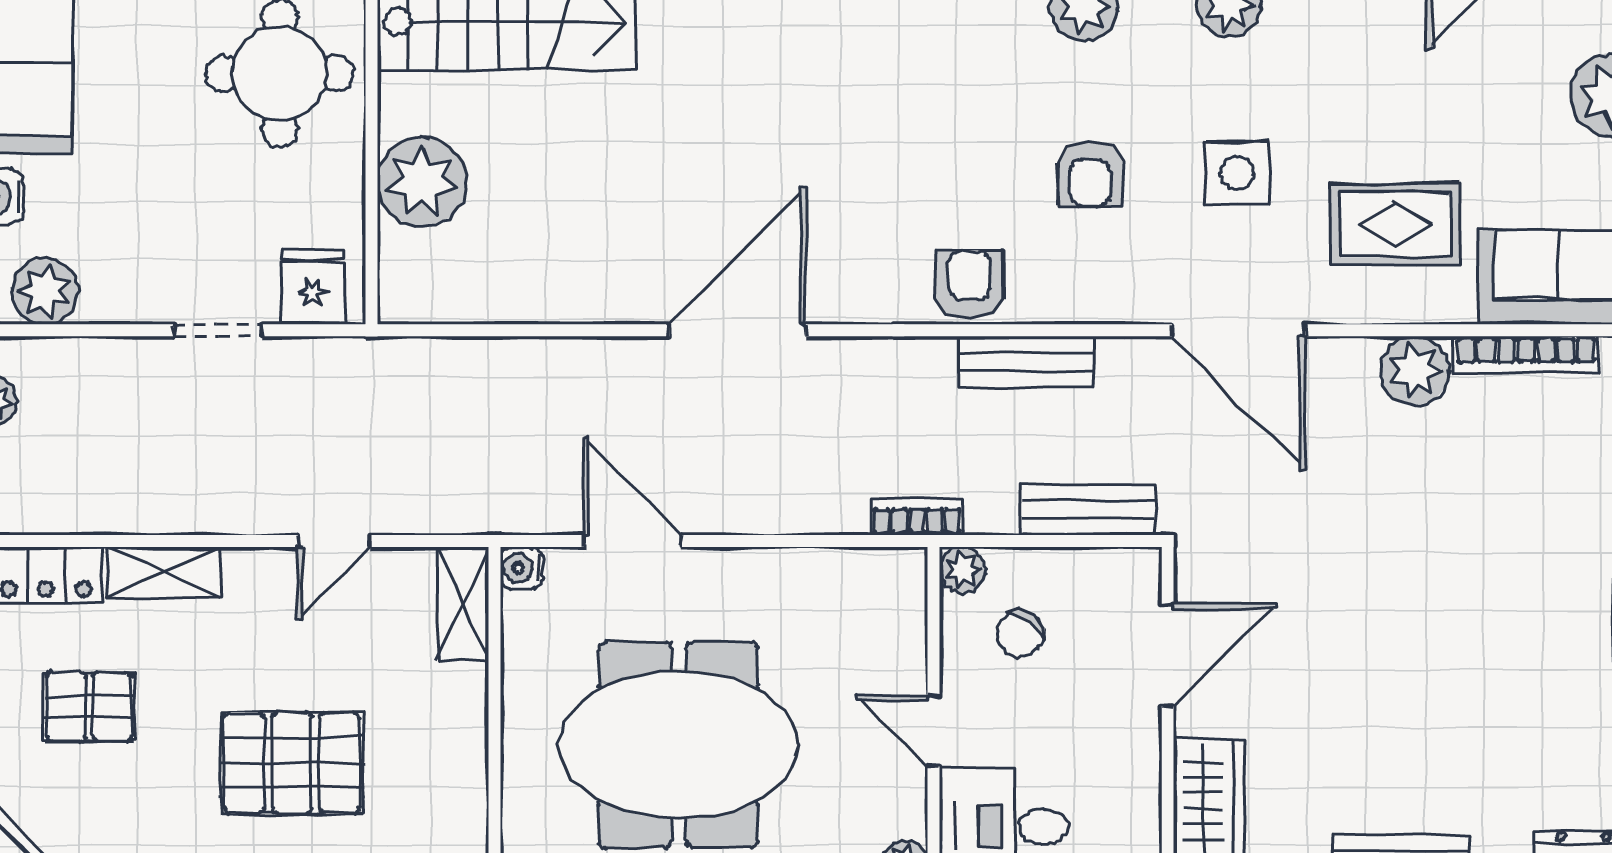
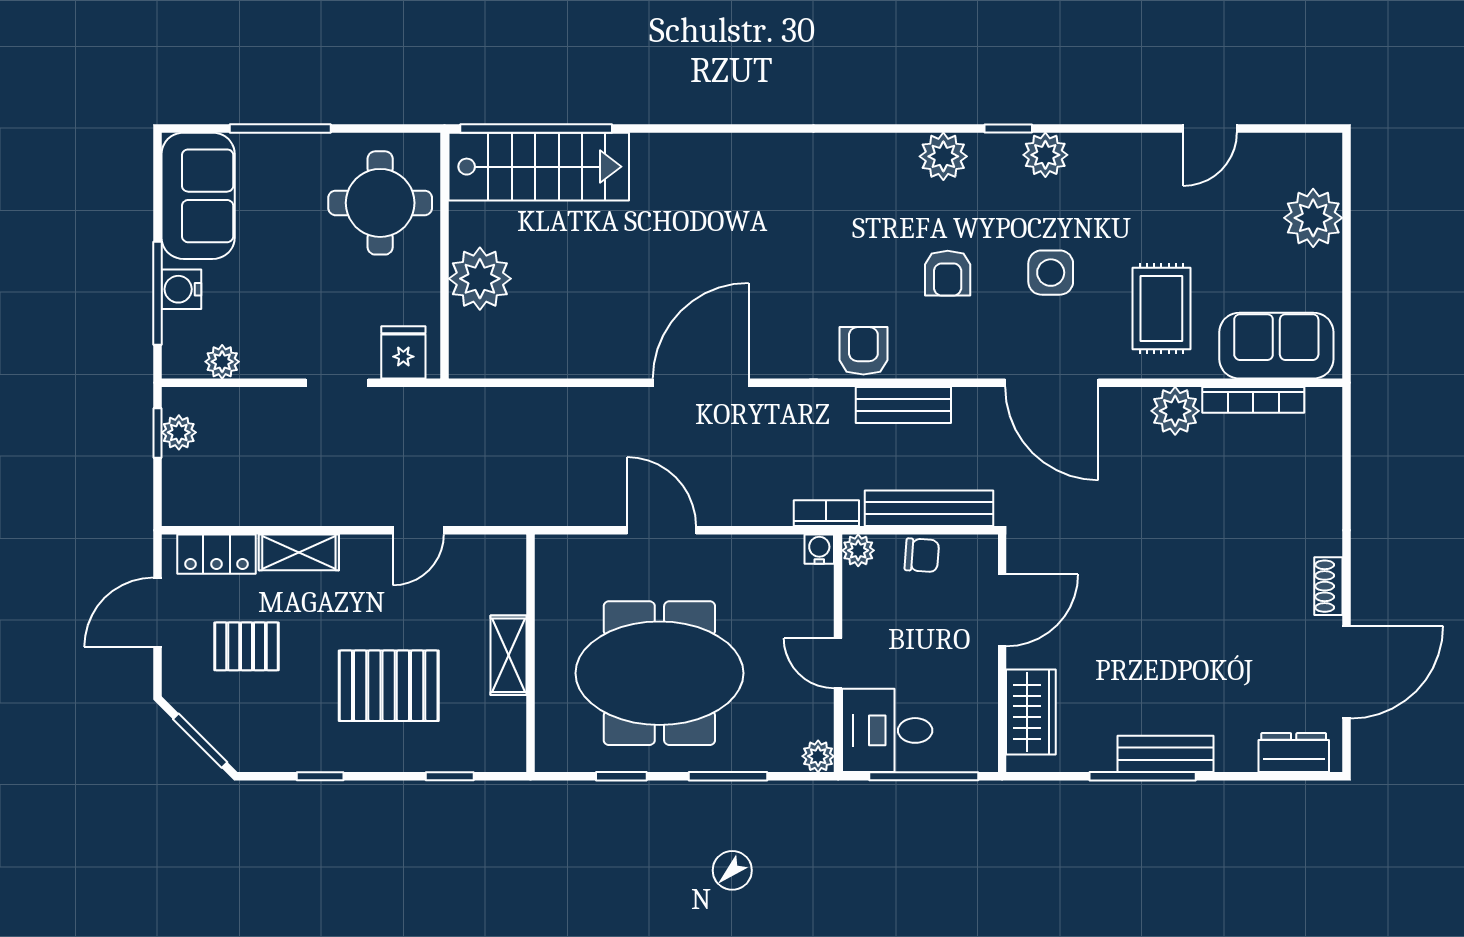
rug: (1395, 224) -> (1161, 308), turned 90
plant: (45, 291) -> (222, 362), width x0.73, depth x0.73
bench: (1088, 509) -> (929, 508), width x1.36
door: (633, 541) -> (662, 530), moved
water cooler: (521, 568) -> (819, 549), moved, turned 90
shelving: (463, 604) -> (509, 655), moved
chair: (1020, 634) -> (922, 555), moved, turned -123

